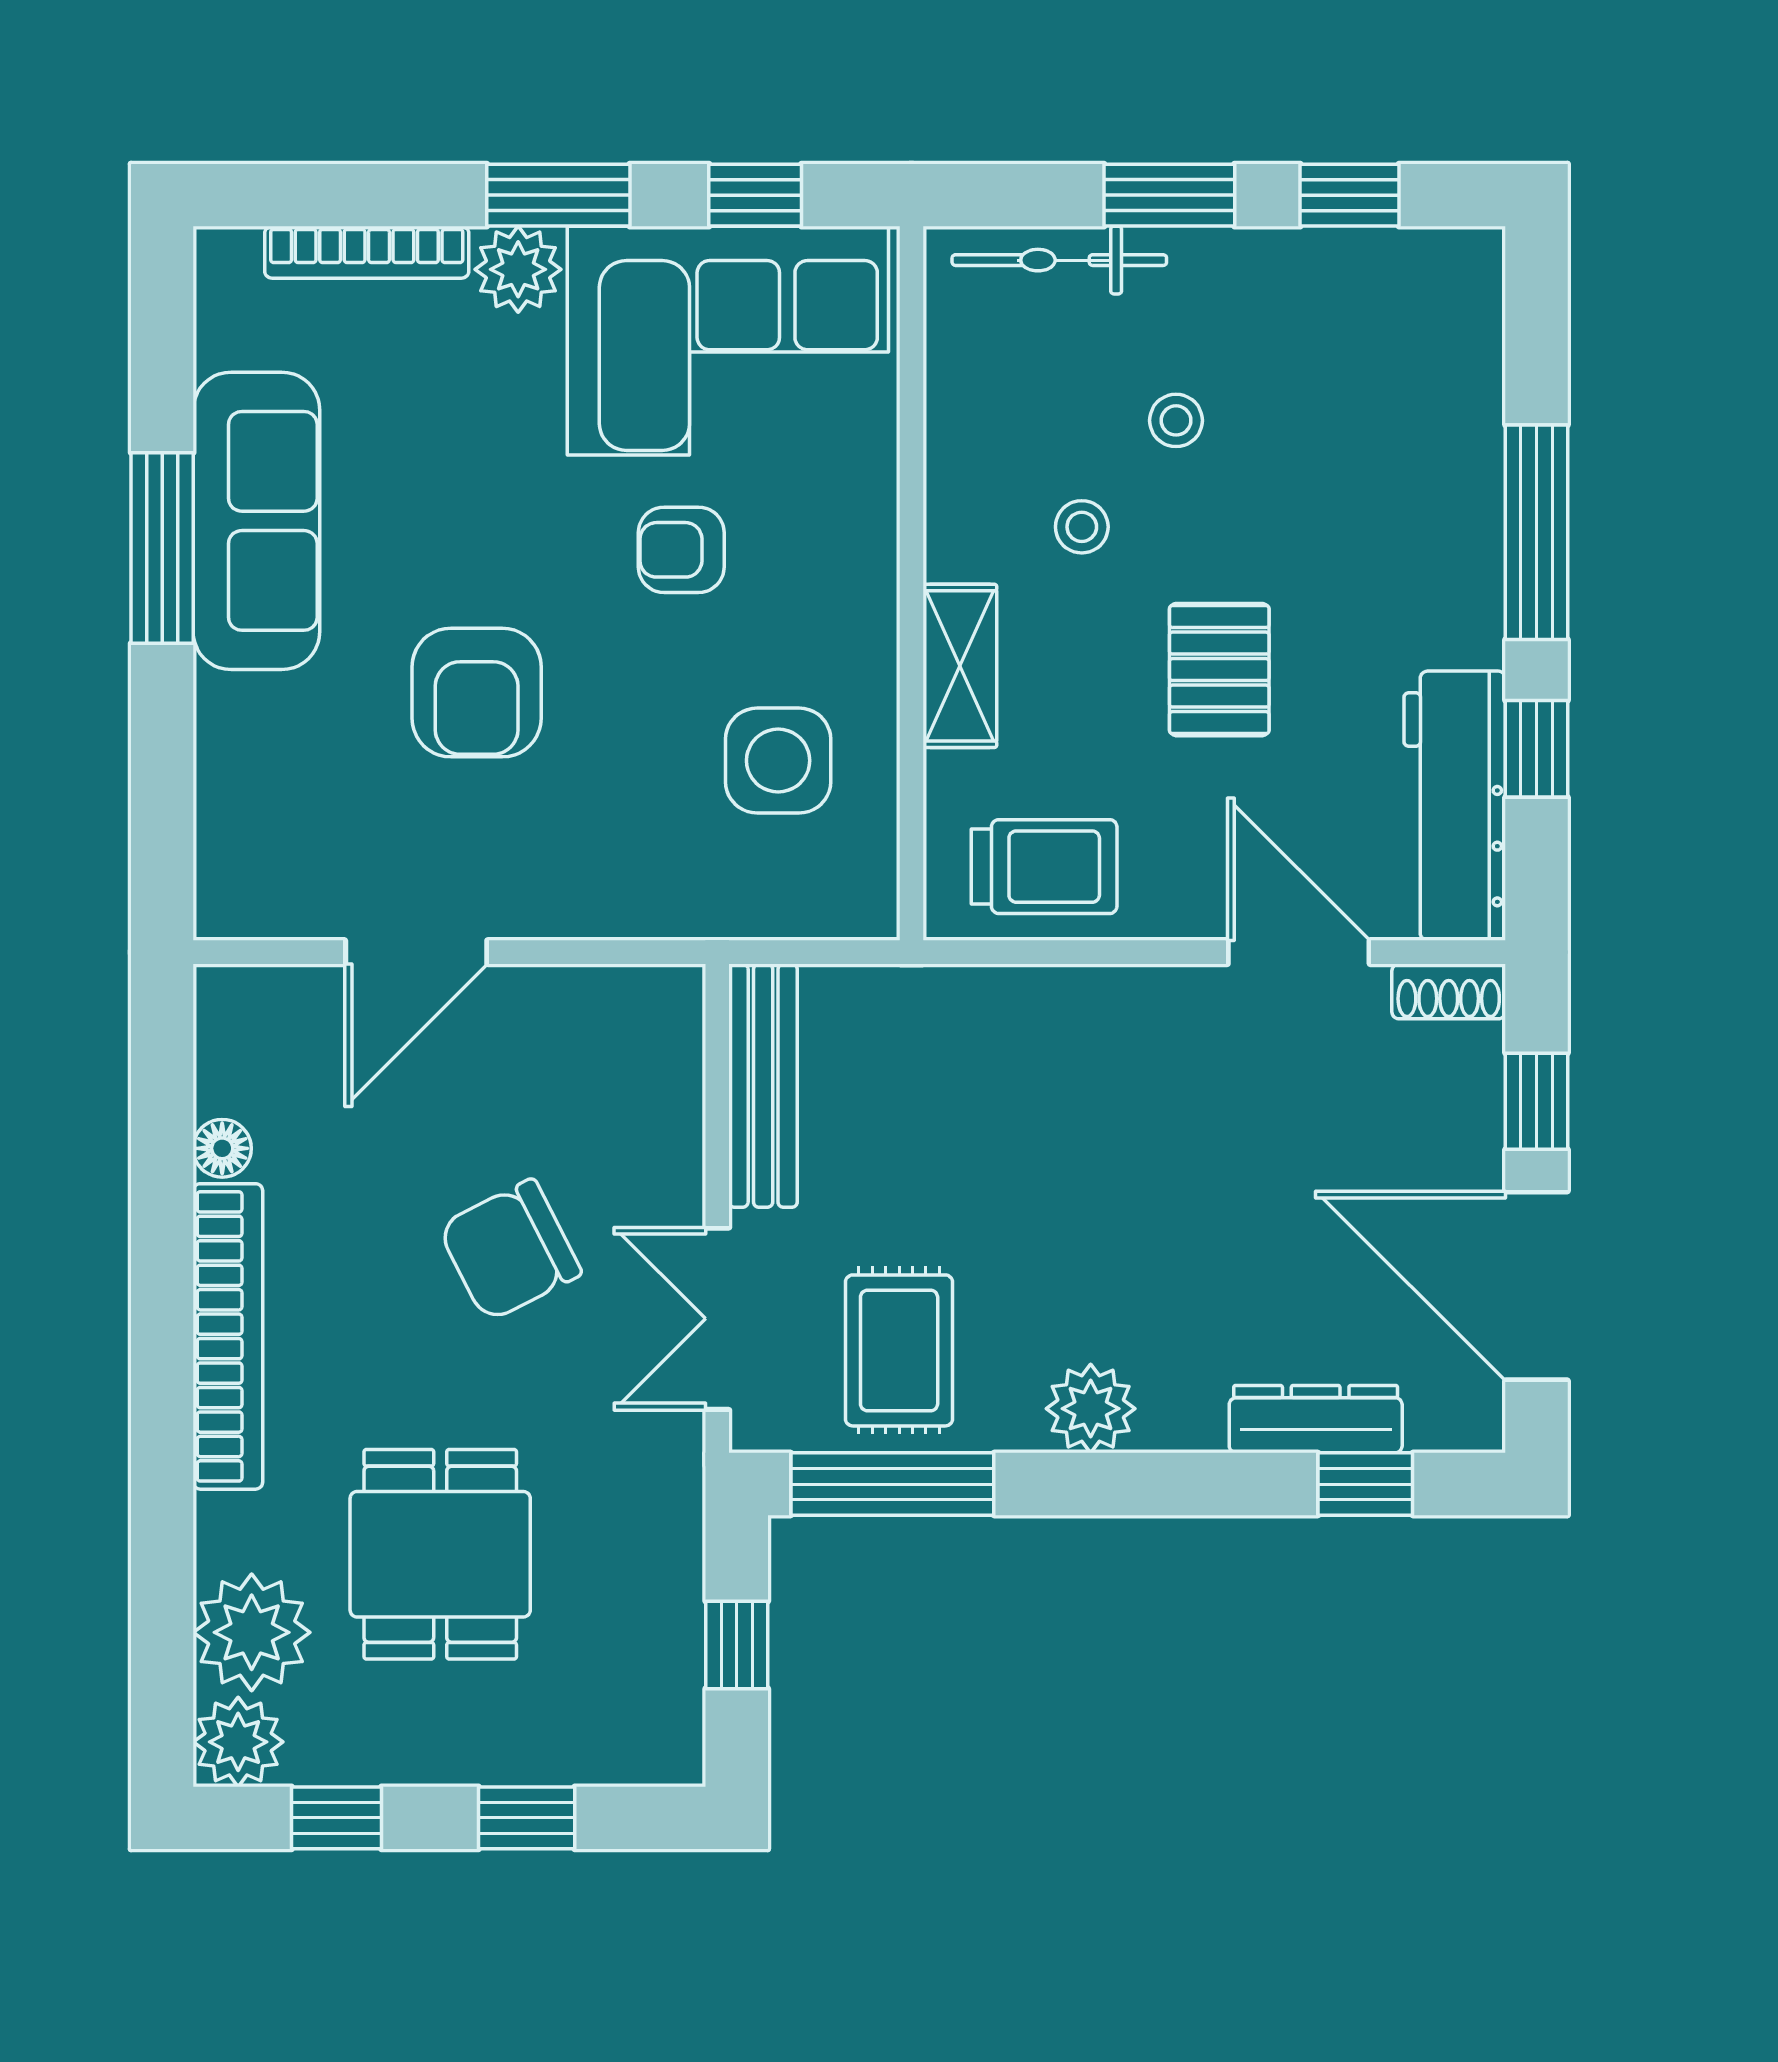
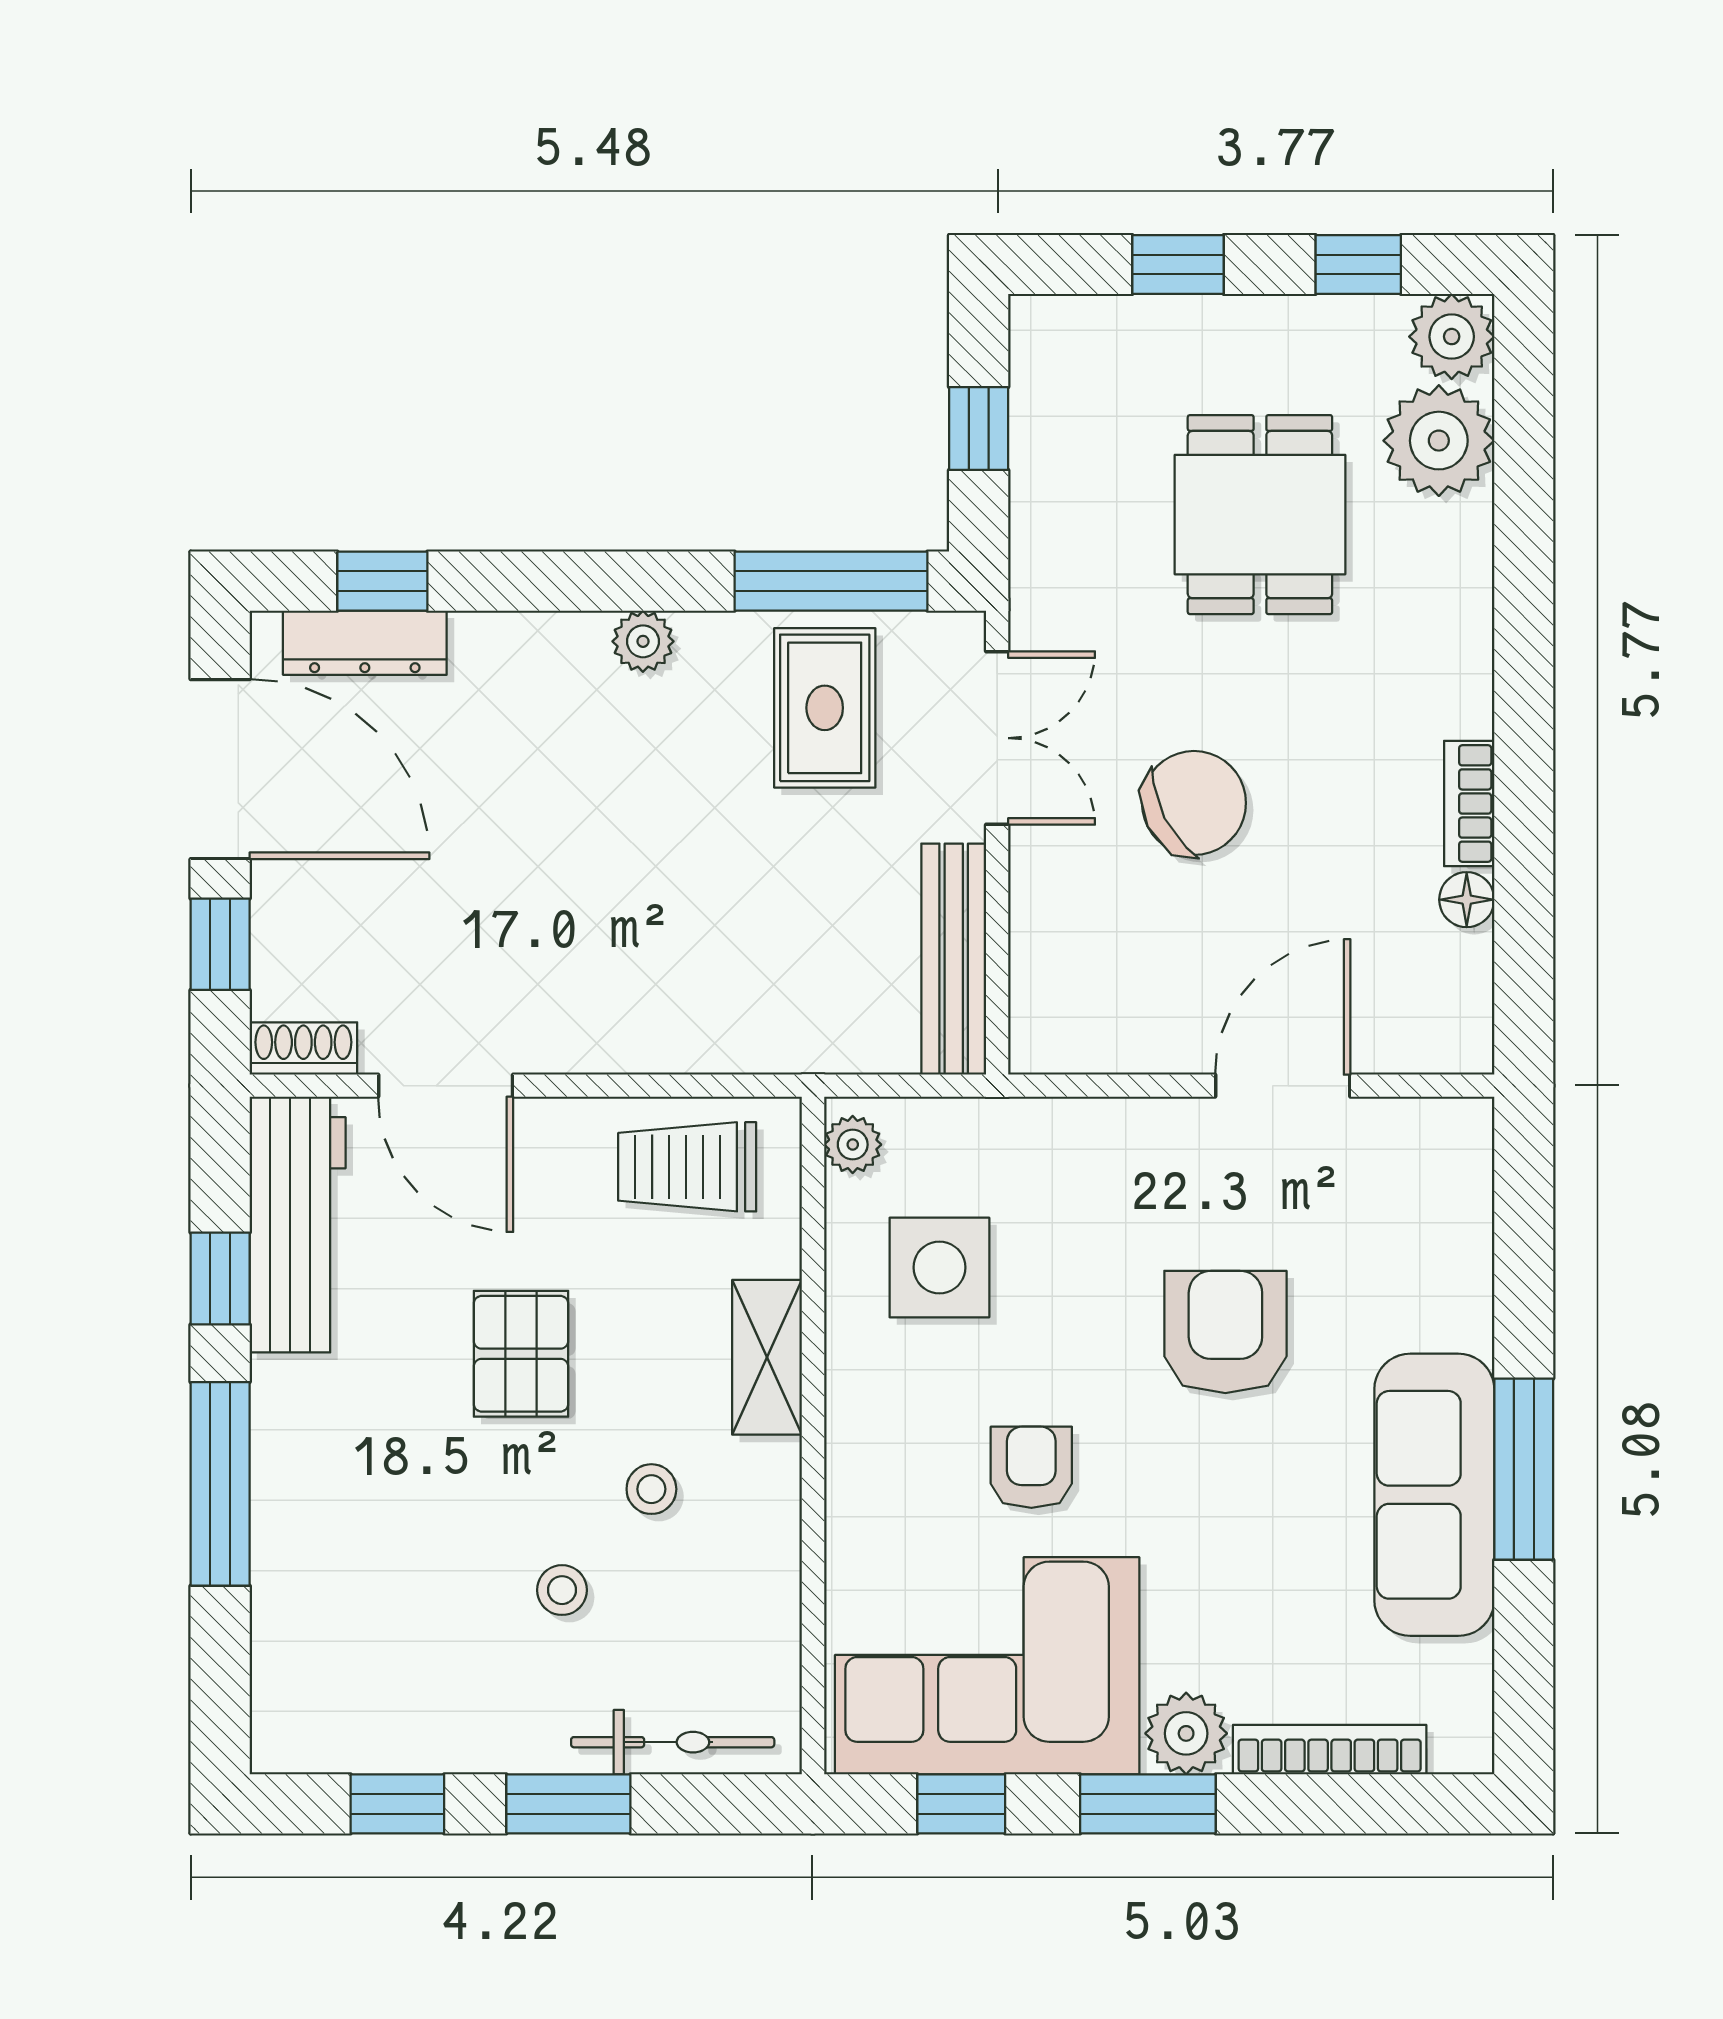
armchair: (681, 550) -> (1031, 1467), turned -90
plant: (870, 890) -> (853, 1145), added
bookcase: (228, 1336) -> (1469, 803), width x0.43, depth x0.76
plant: (1091, 1409) -> (643, 641), width x0.73, depth x0.73
dresser: (1316, 1419) -> (365, 643), moved

